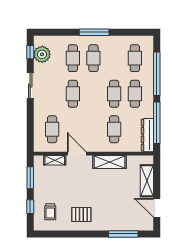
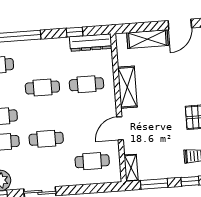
cafe table: (135, 94) -> (41, 62), removed
window: (157, 123) -> (75, 32), width x0.32
shelving: (55, 160) -> (131, 168), moved

